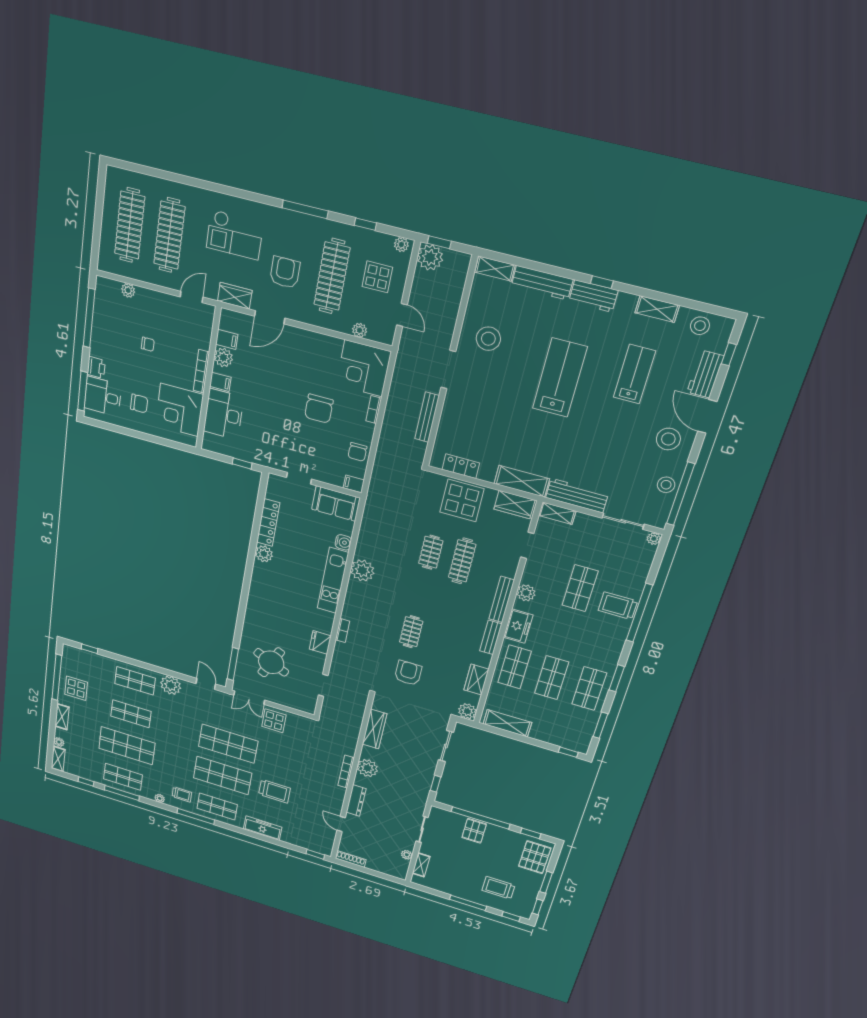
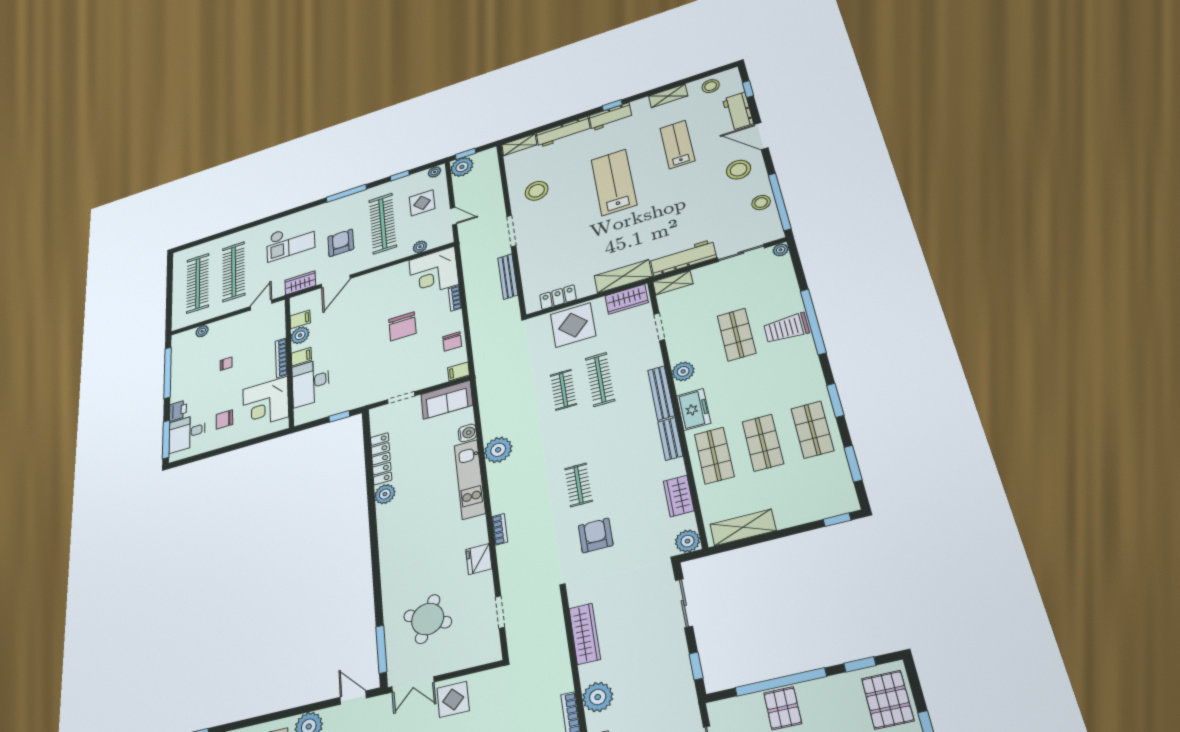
chair: (139, 404) -> (224, 419), turned 180

